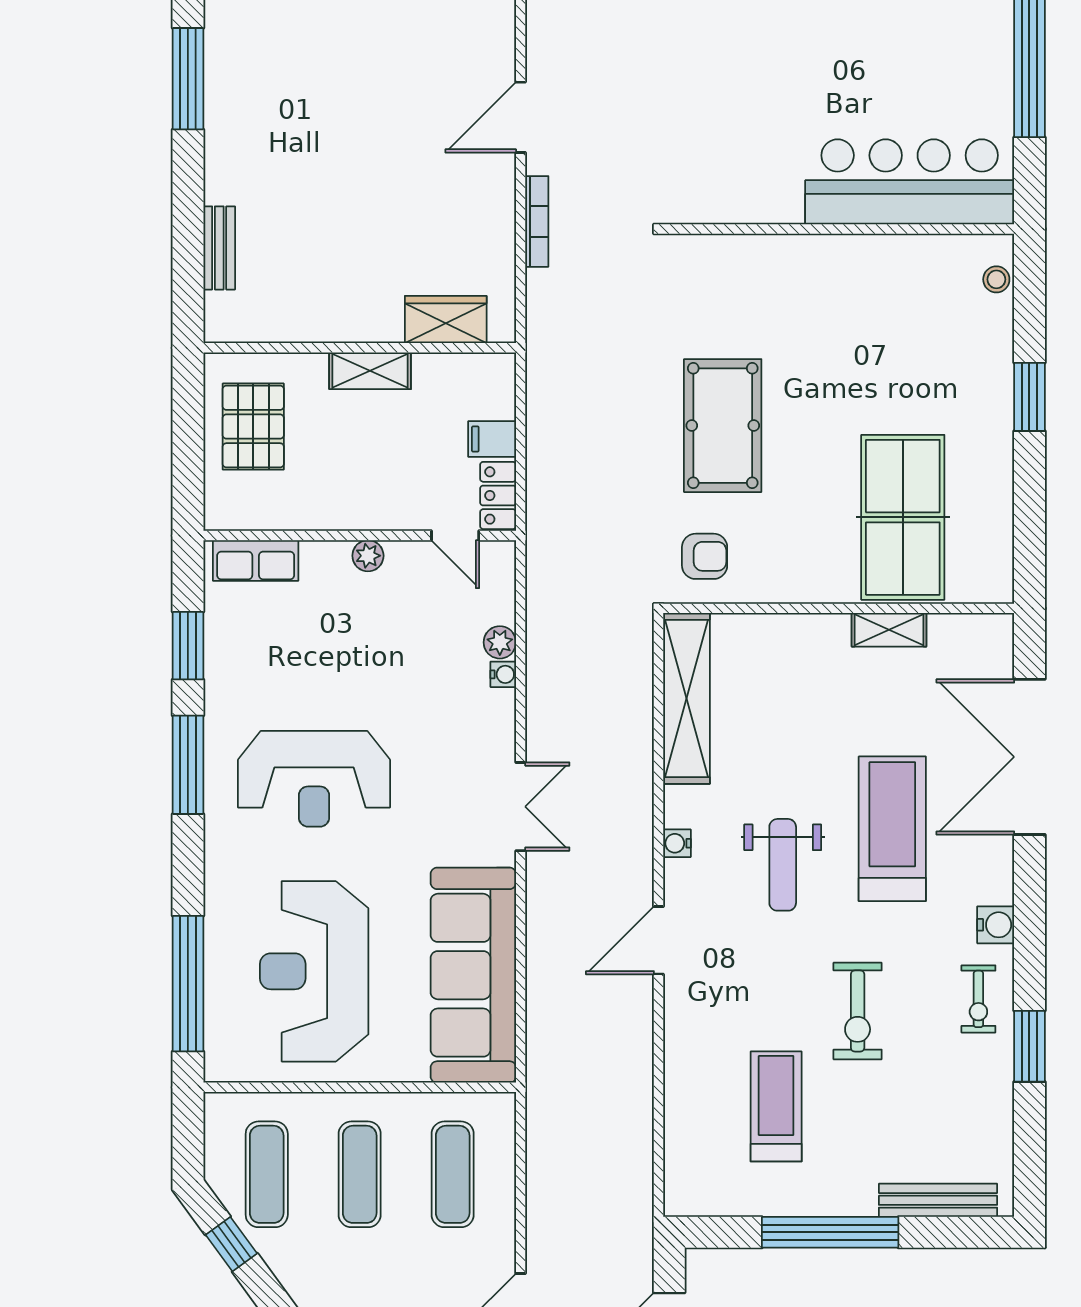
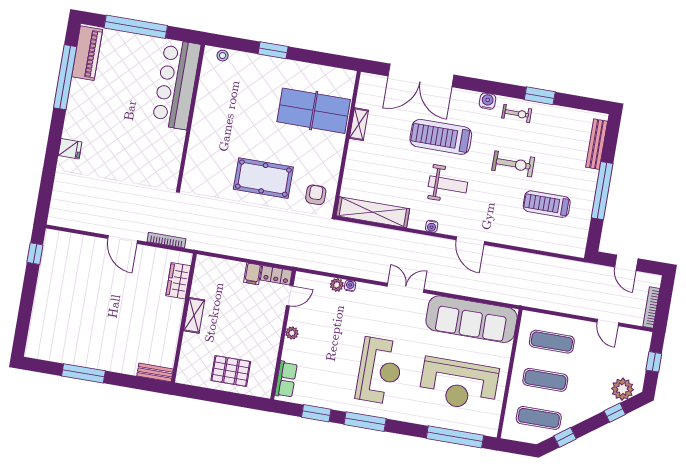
wardrobe: (446, 320) -> (178, 281), moved
wall: (360, 348) -> (184, 318), moved
shelving: (370, 371) -> (194, 315), moved

